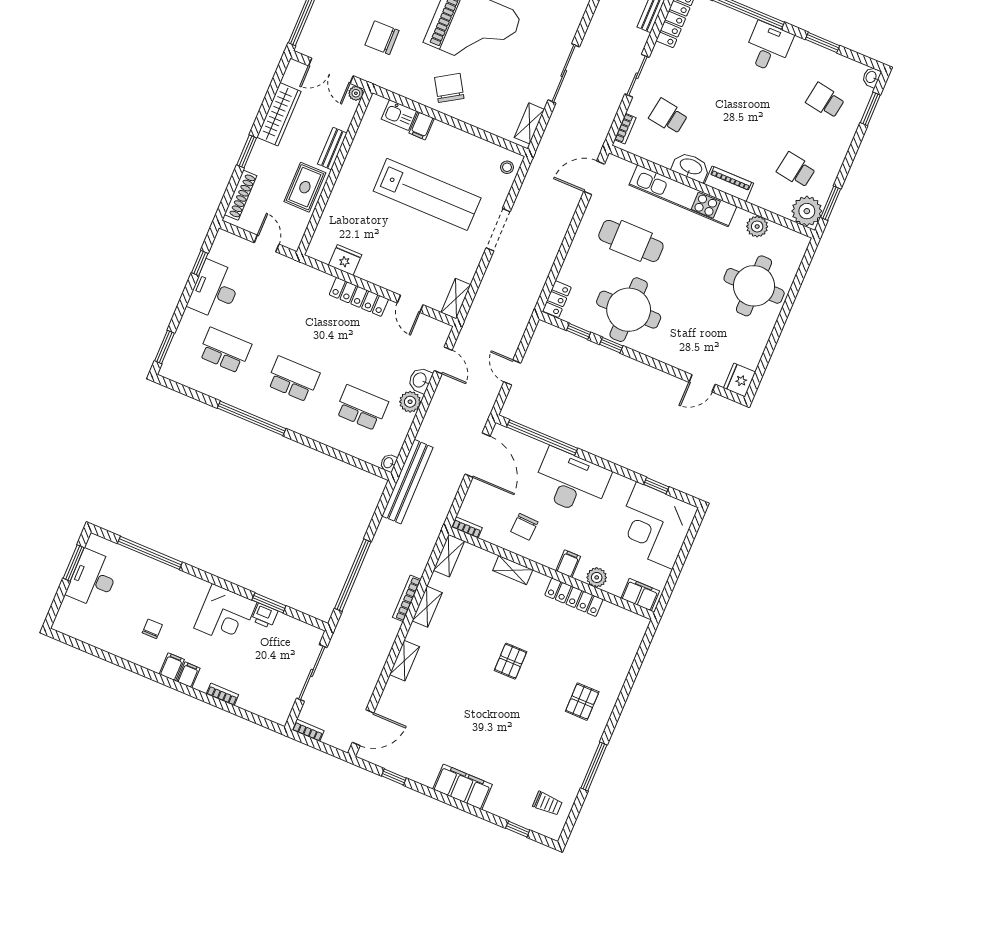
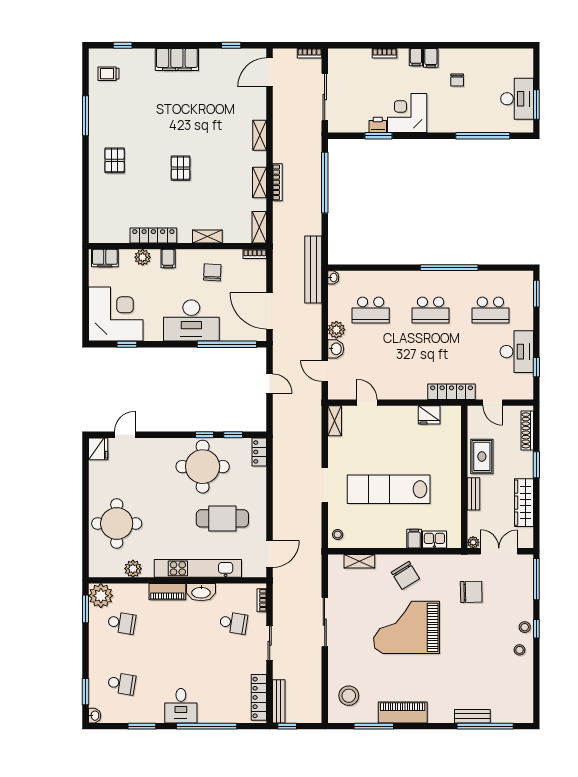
shelving: (529, 123) -> (359, 561), moved, turned 90
locker: (359, 297) -> (452, 392), moved

